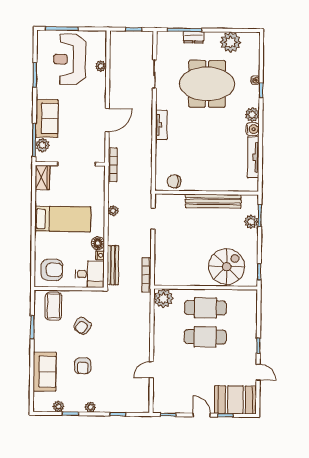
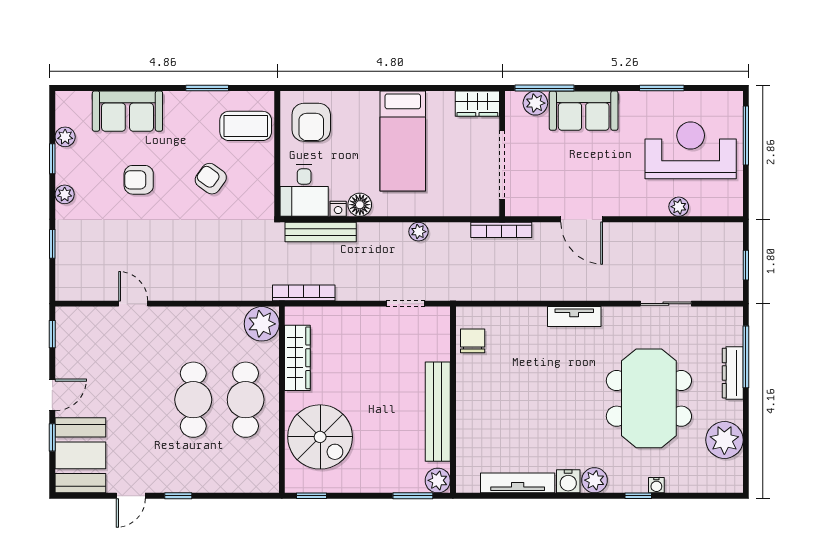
dresser: (193, 37) -> (733, 373), width x1.44
plant: (251, 222) -> (438, 480), moved
wardrobe: (183, 279) -> (297, 358), added

